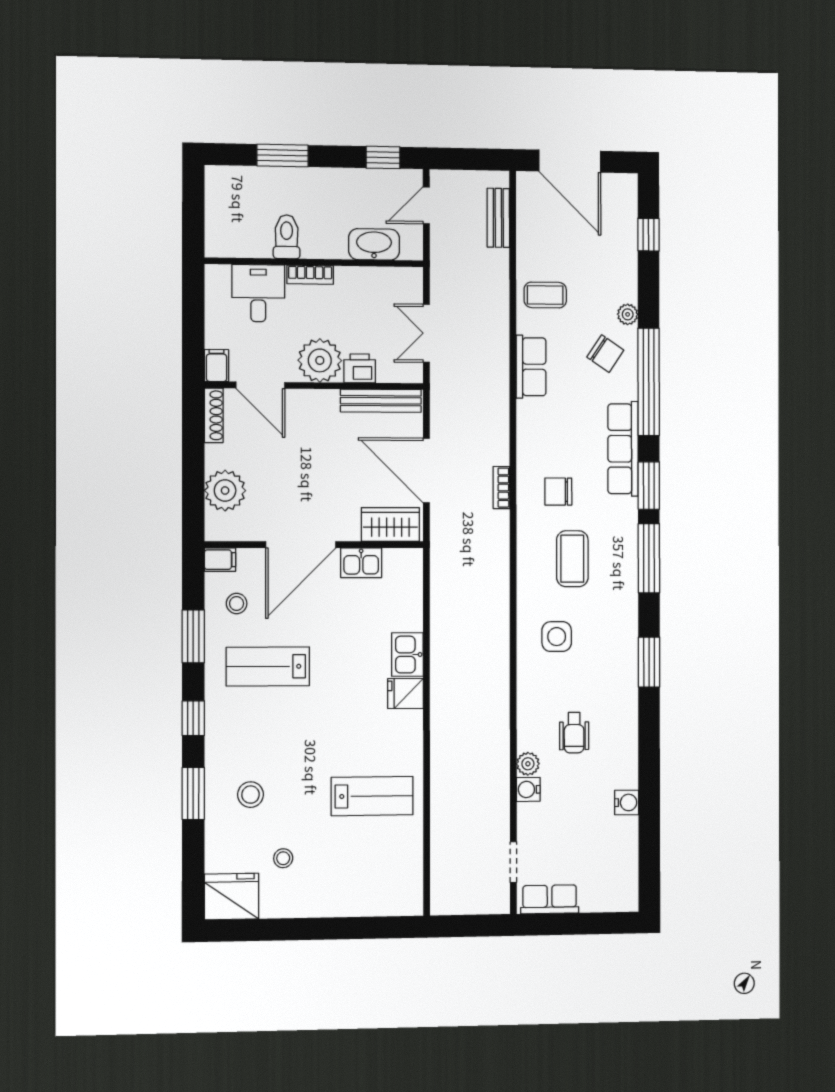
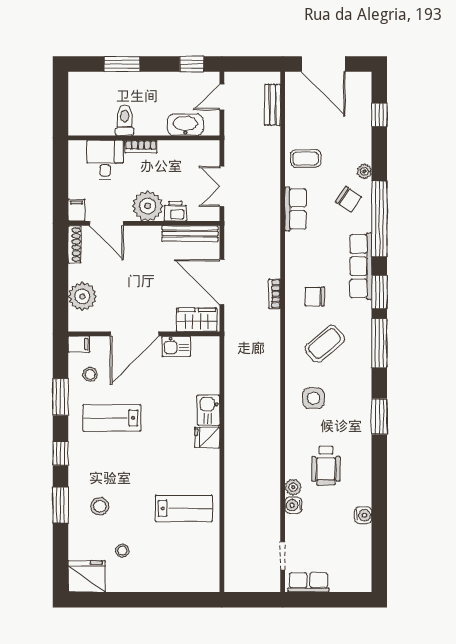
coffee table: (572, 559) -> (325, 344), turned 50
wheelchair: (574, 733) -> (326, 466), width x1.36, depth x1.37

